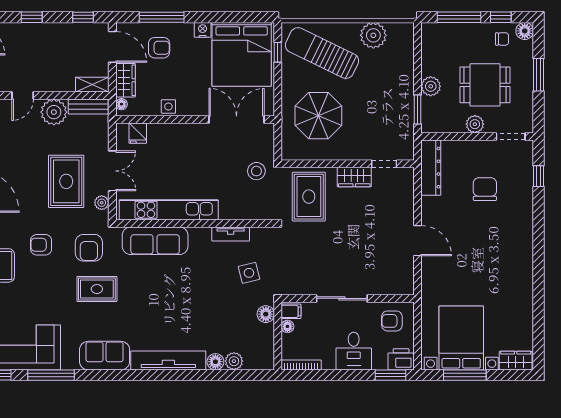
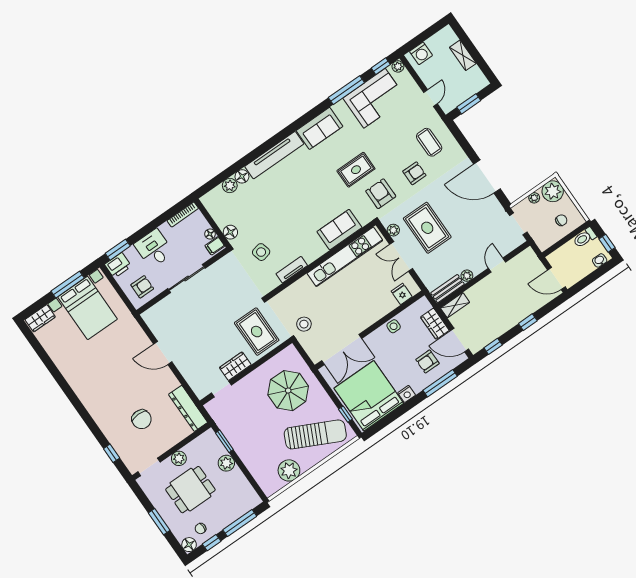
floor lamp: (121, 104) -> (426, 306), removed
plant: (54, 112) -> (467, 276), width x0.53, depth x0.53
sofa: (155, 241) -> (339, 230), width x0.73

